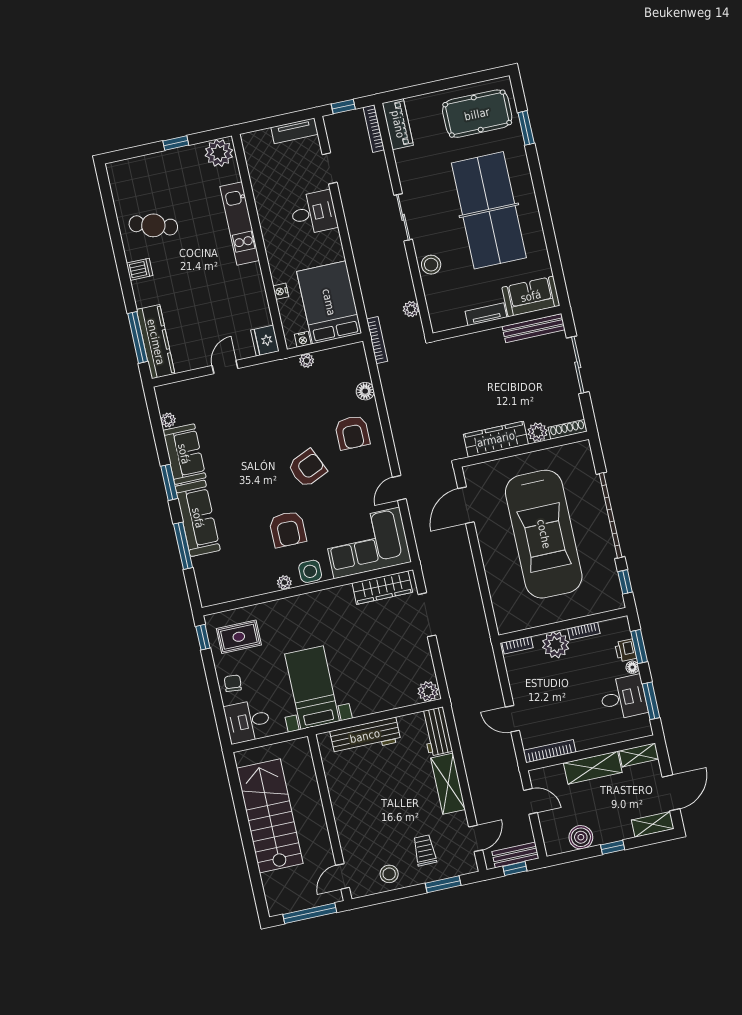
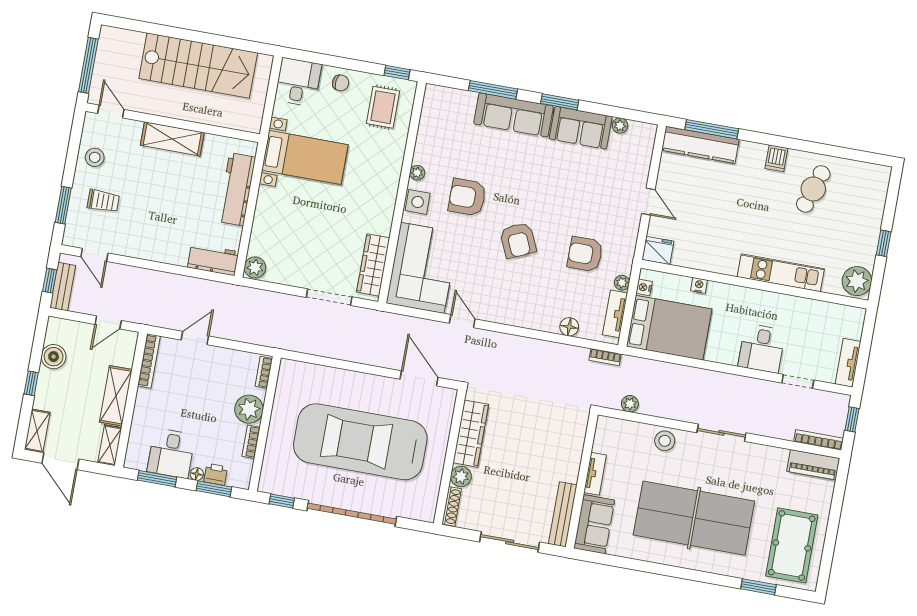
bookcase: (377, 340) -> (605, 357), width x0.64
tv unit: (337, 355) -> (615, 314), added
armchair: (352, 432) -> (585, 254), moved
shelving: (448, 784) -> (172, 139), moved

